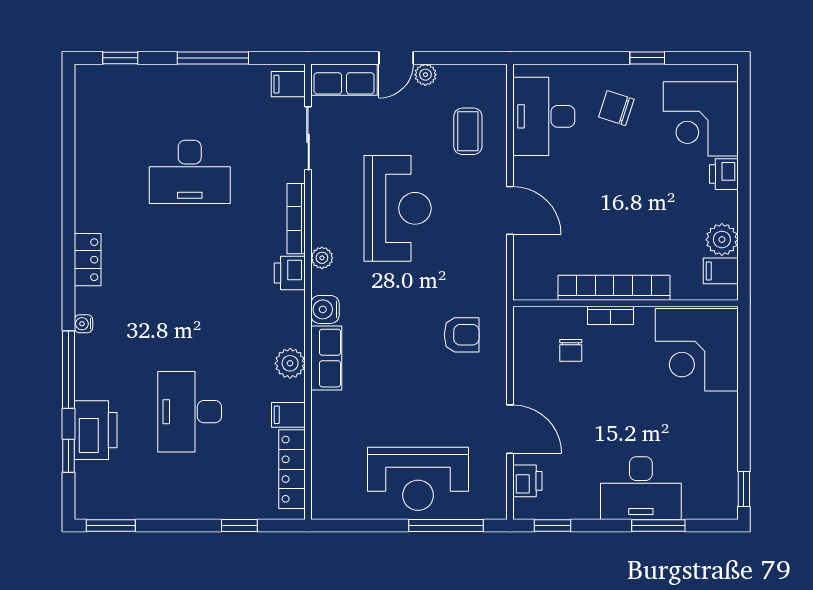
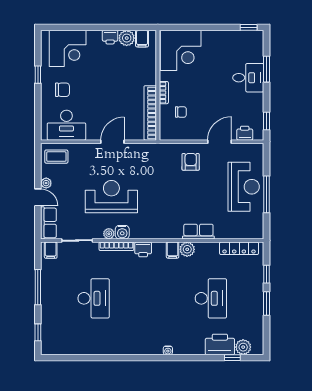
chair: (616, 108) -> (62, 90), turned -108
coffee table: (468, 131) -> (56, 157), moved
printer: (724, 174) -> (110, 37), moved
plant: (322, 258) -> (109, 234), moved
locker: (88, 260) -> (137, 348), removed
bookcase: (614, 288) -> (150, 113), moved
water cooler: (325, 309) -> (122, 232), moved
armchair: (462, 335) -> (191, 162), moved
row of seats: (326, 358) -> (198, 232), moved
window: (69, 370) -> (190, 358), removed
desk: (190, 412) -> (211, 298), turned -90
filing cabinet: (288, 415) -> (173, 250), moved
plant: (90, 478) -> (243, 347), added
desk: (641, 488) -> (248, 78), width x0.73
window: (111, 526) -> (267, 304), moved
window: (446, 526) -> (267, 194), moved

